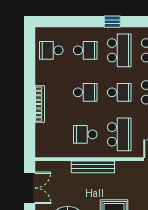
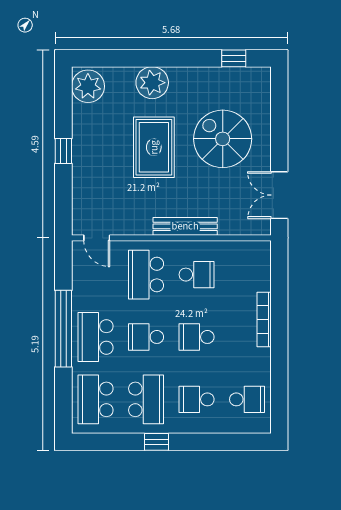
school desk: (119, 50) -> (146, 399), turned 180

